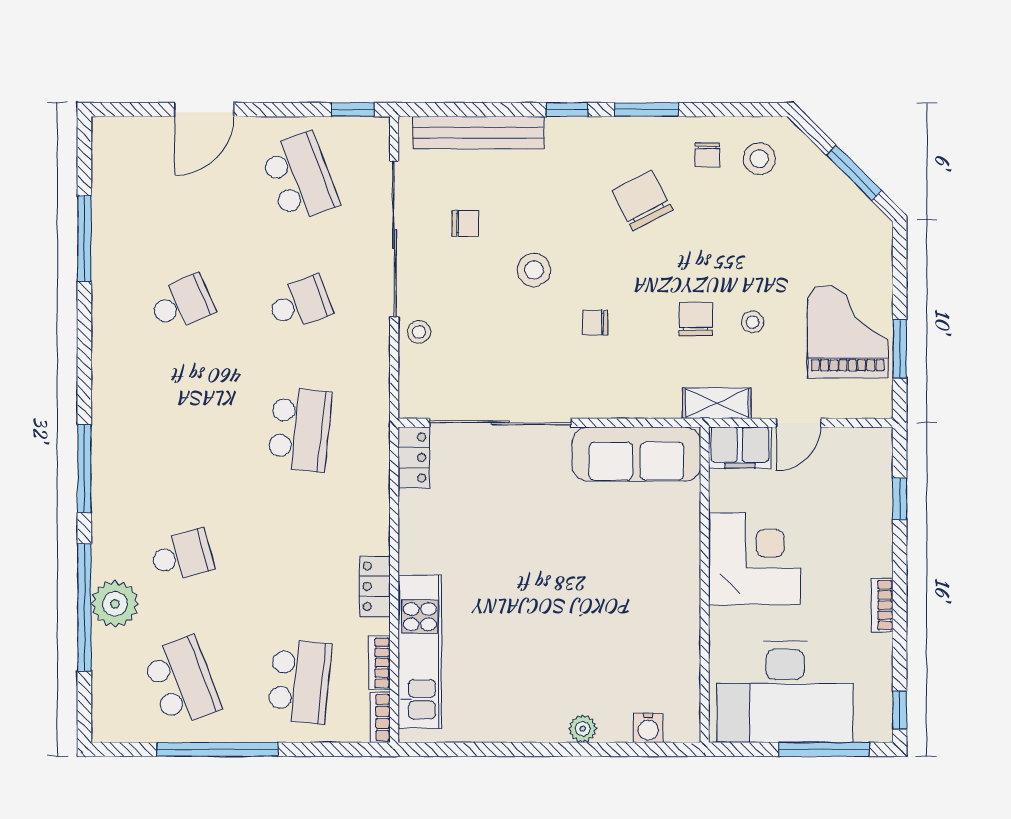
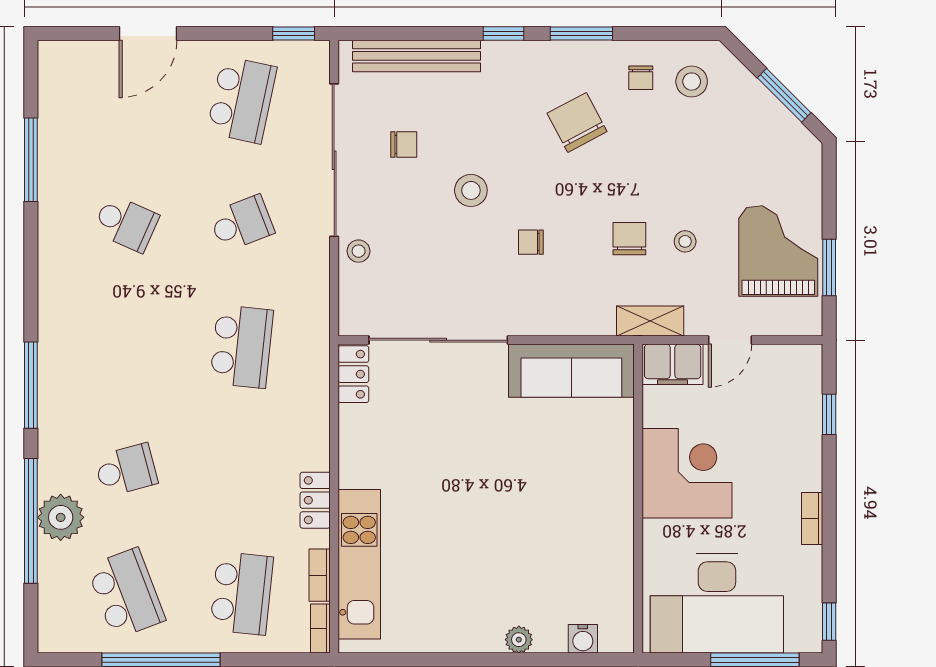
school desk: (300, 177) -> (242, 100), turned 33
school desk: (182, 303) -> (126, 223), turned 48

